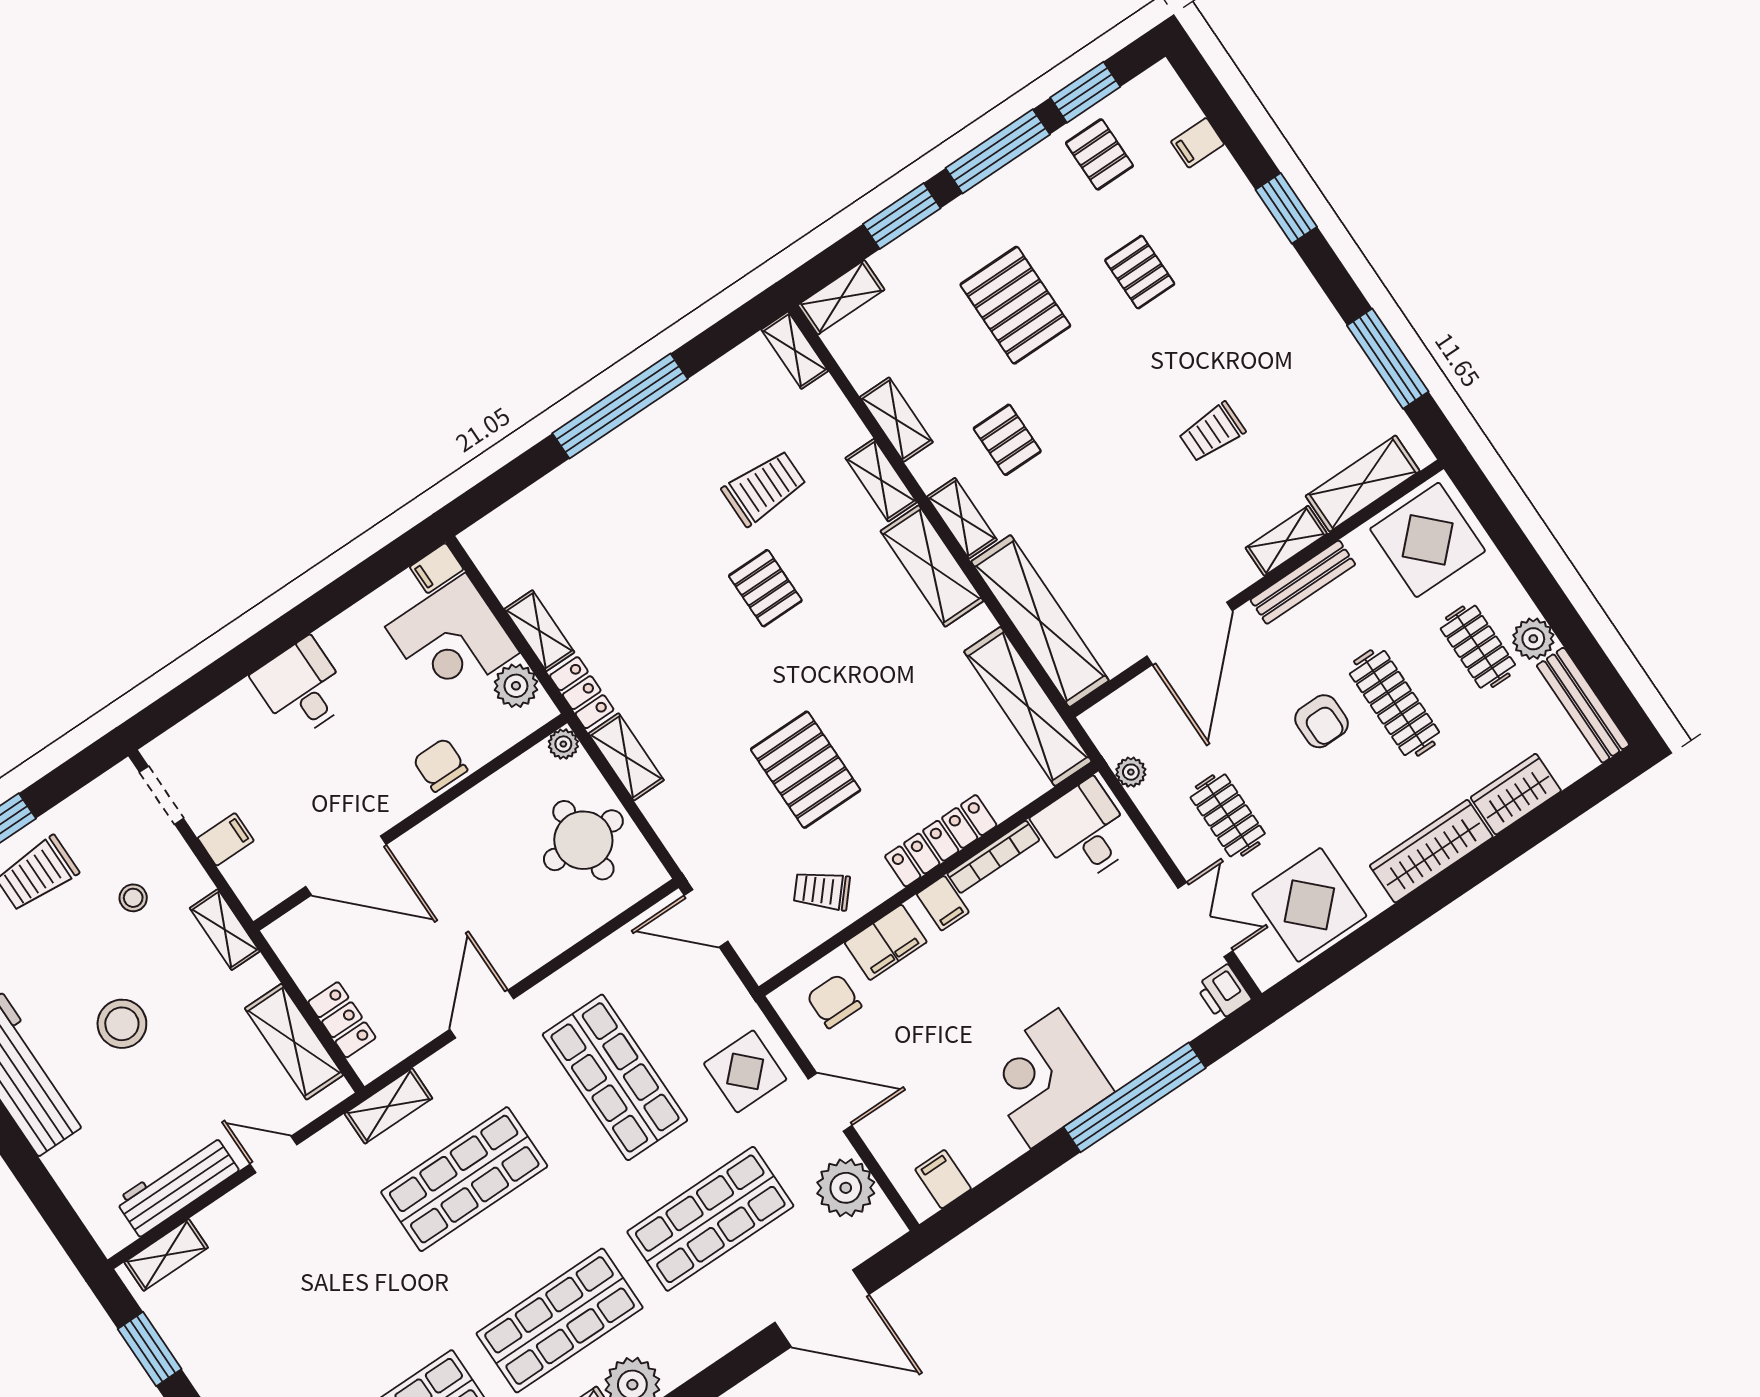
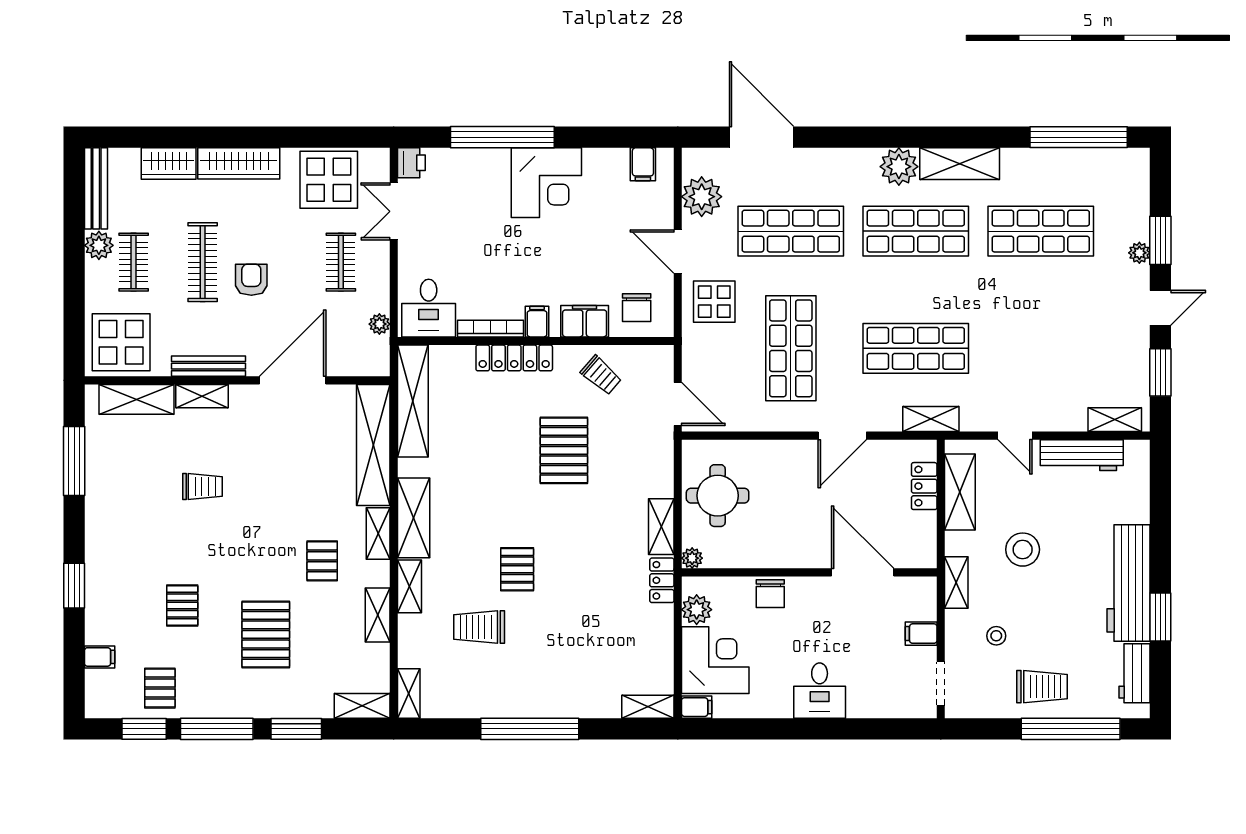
shelving: (539, 631) -> (648, 707), moved, turned 90
stool: (122, 1024) -> (1023, 550), moved

